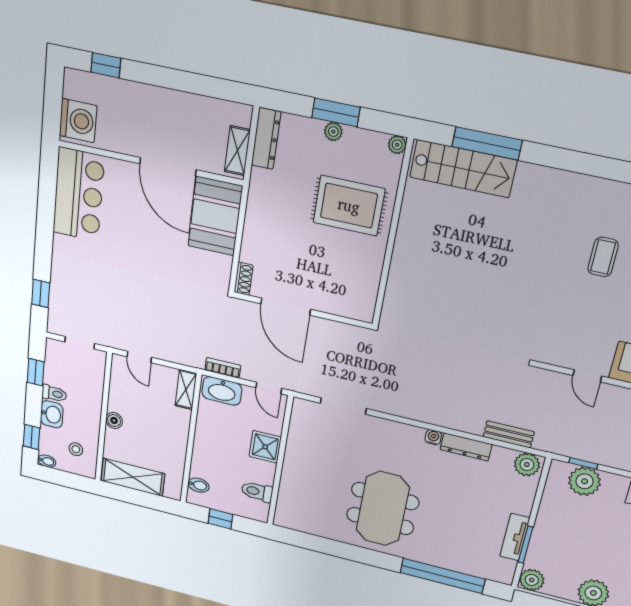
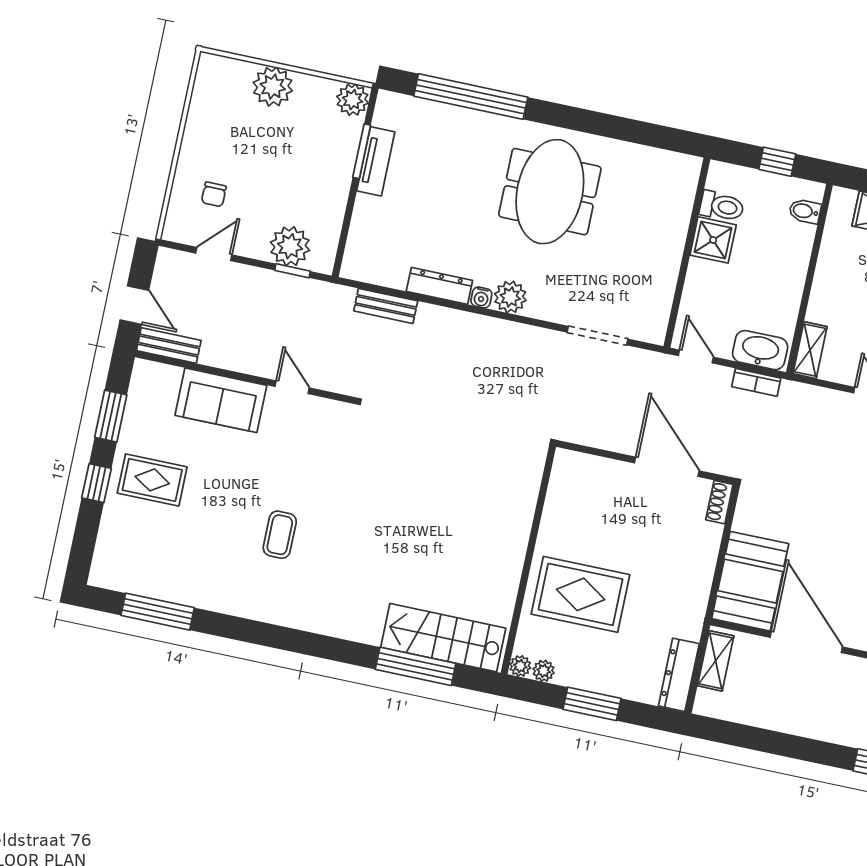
plant: (333, 132) -> (544, 671), moved
shower: (265, 447) -> (713, 240), moved
plant: (527, 465) -> (510, 297), moved

